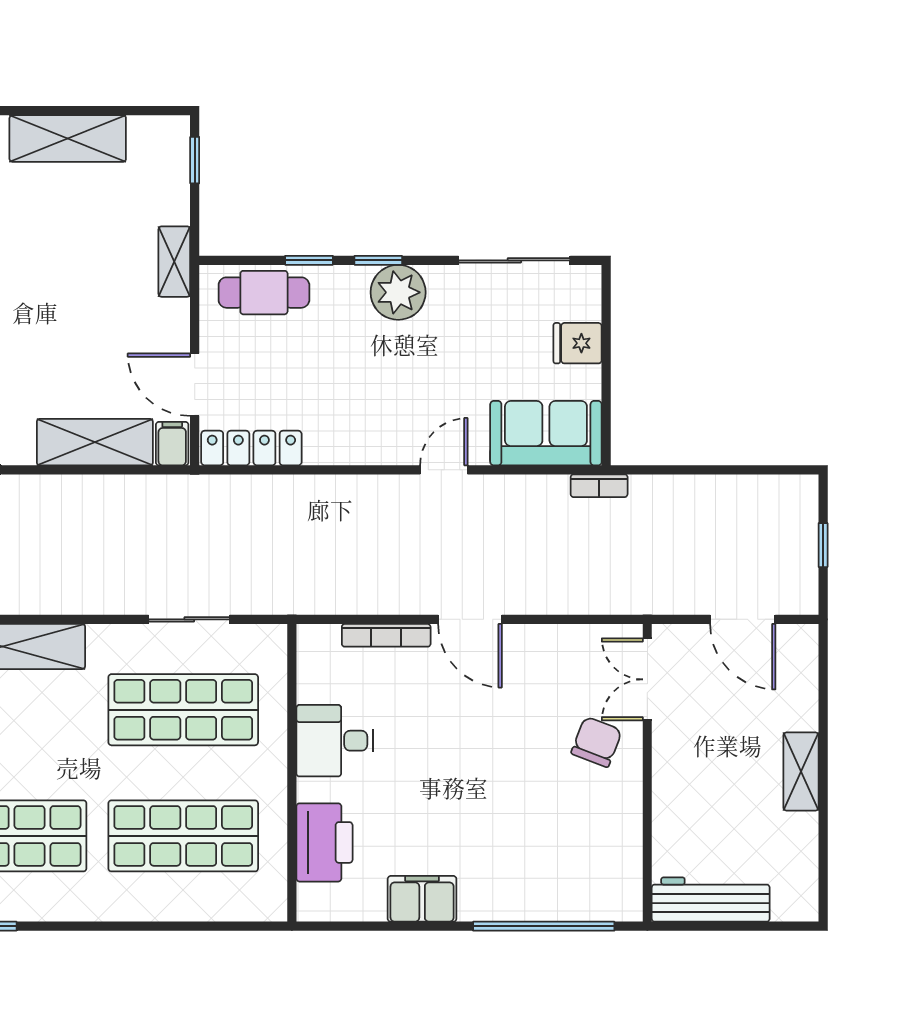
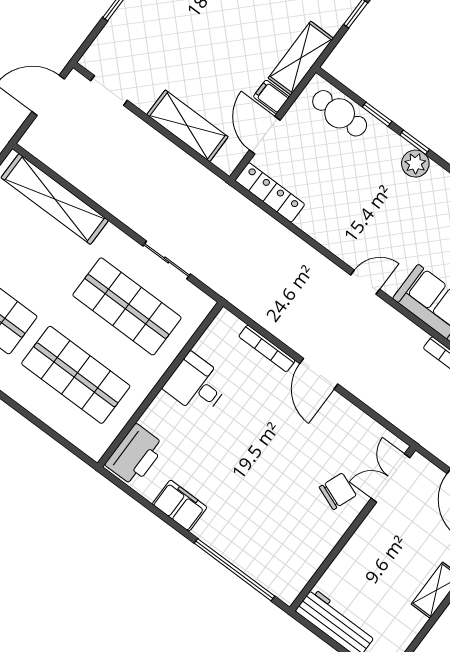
shelving: (174, 262) -> (301, 58), width x1.50, depth x1.33
plant: (398, 292) -> (415, 164), width x0.73, depth x0.73
filing cabinet: (172, 444) -> (271, 97), moved, turned -90
printer: (324, 842) -> (135, 455), moved

